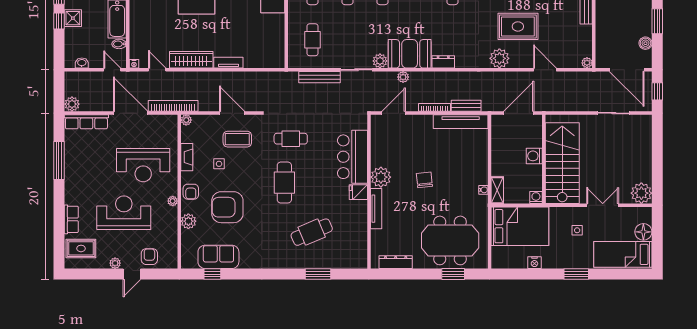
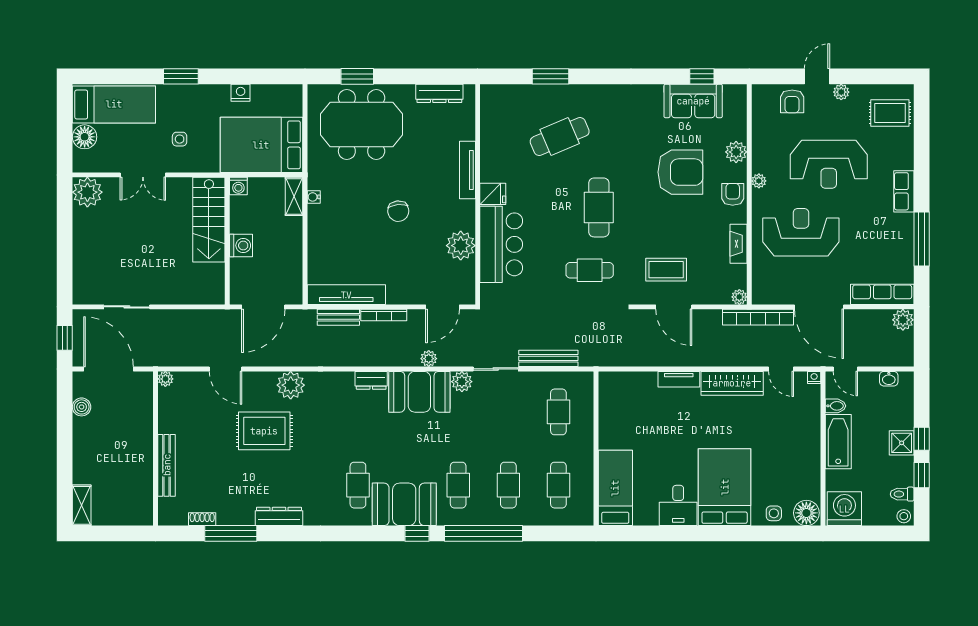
window: (657, 21) -> (65, 438), removed
stairs: (562, 163) -> (209, 220), width x0.73, depth x0.66
side table: (219, 164) -> (692, 234), removed
plant: (381, 177) -> (461, 246), moved
row of seats: (71, 219) -> (904, 191), moved

